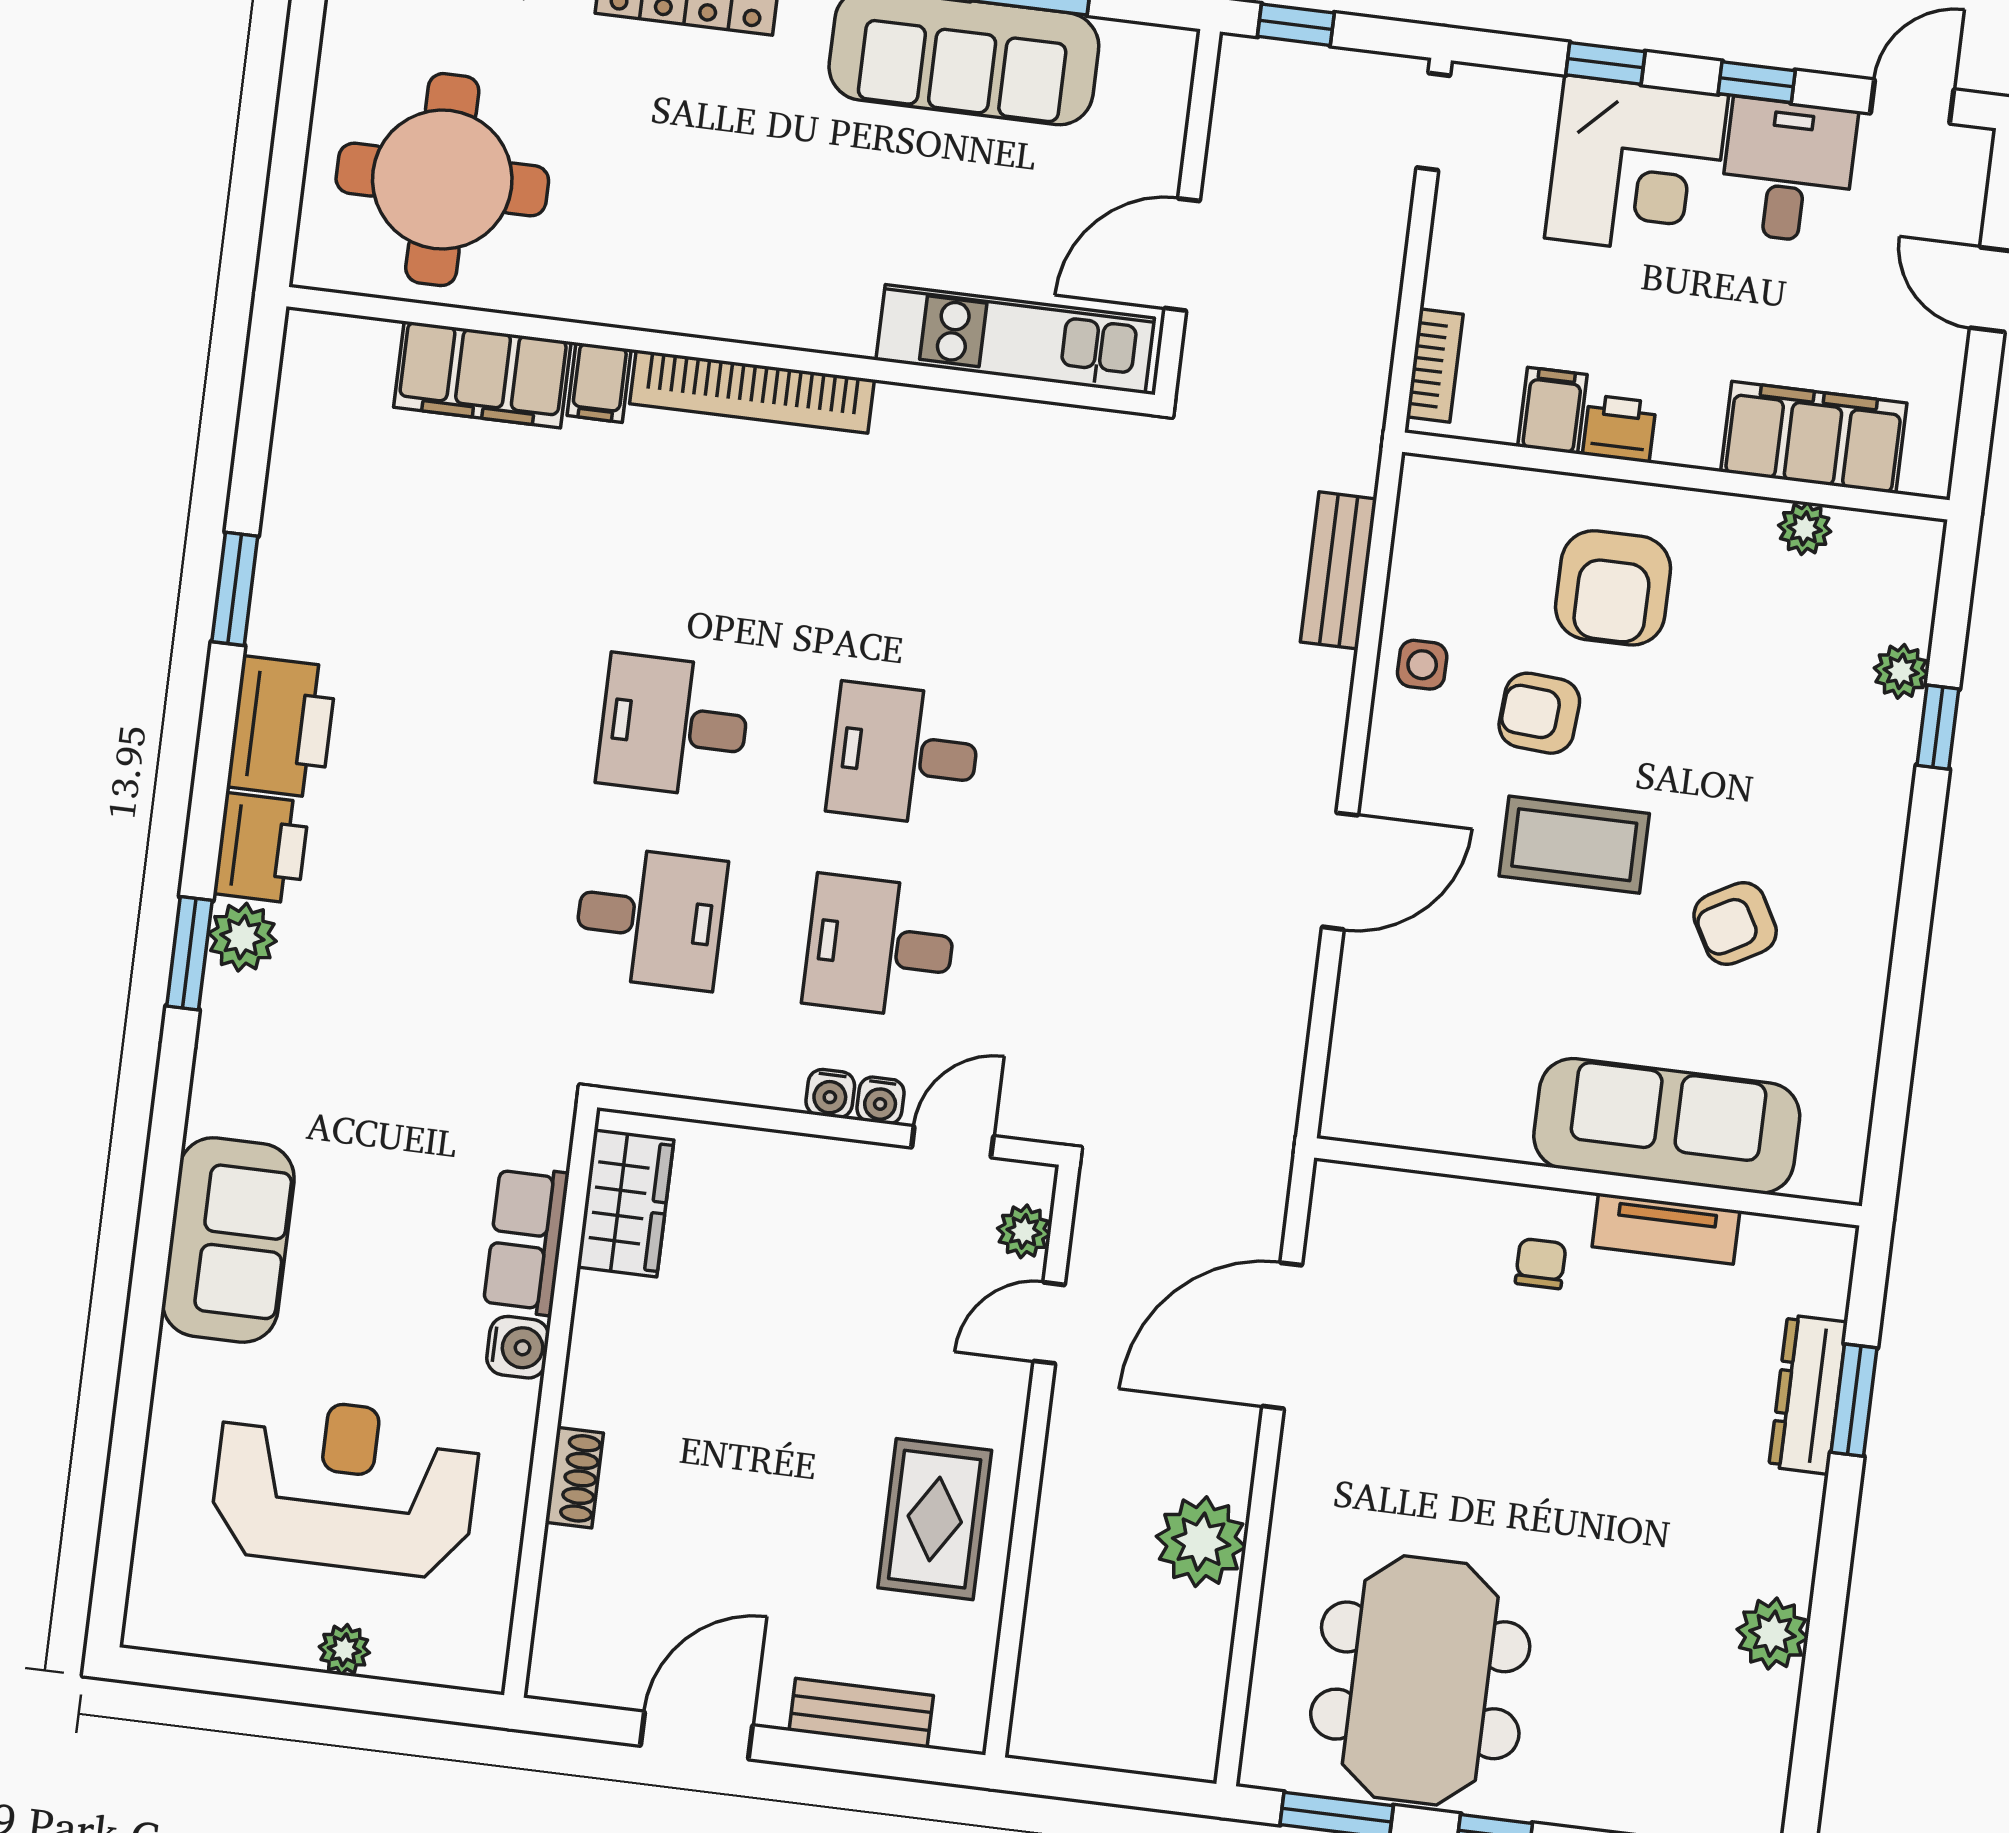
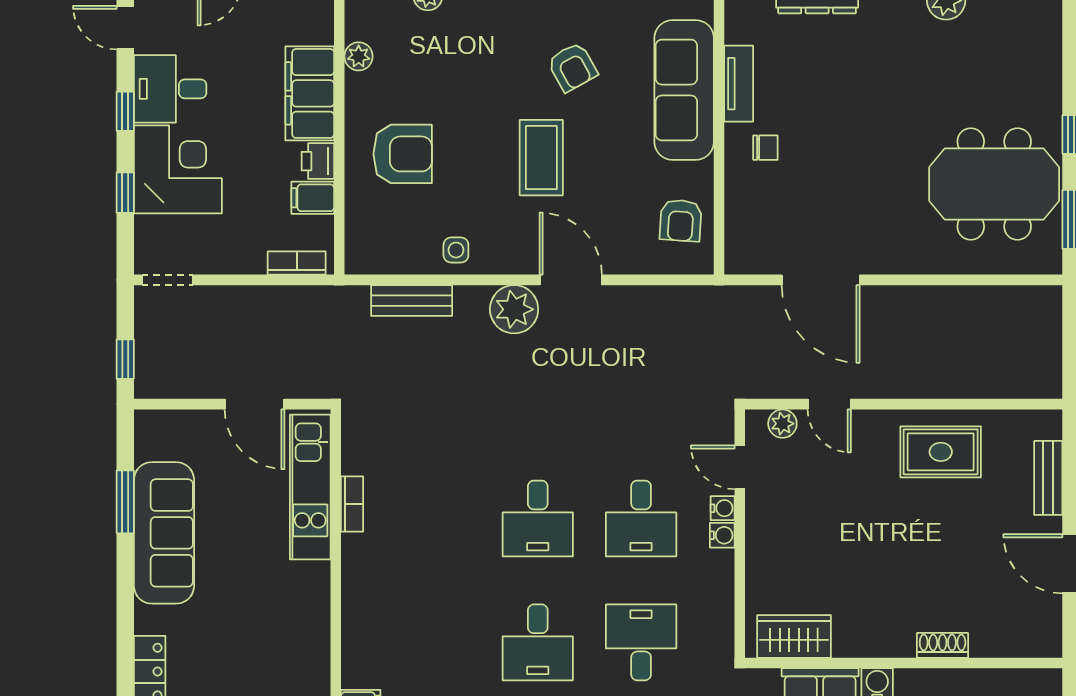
bookcase: (752, 392) -> (352, 504), moved, width x0.43, depth x0.76
filing cabinet: (1814, 437) -> (310, 93), moved
armchair: (1539, 713) -> (681, 220), moved
chair: (1541, 1264) -> (765, 148), turned 180
plant: (1201, 1542) -> (514, 309), moved

